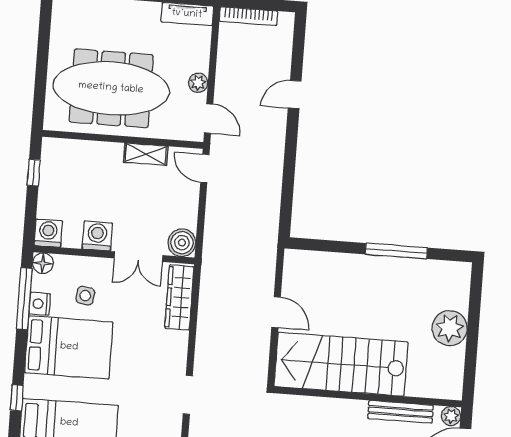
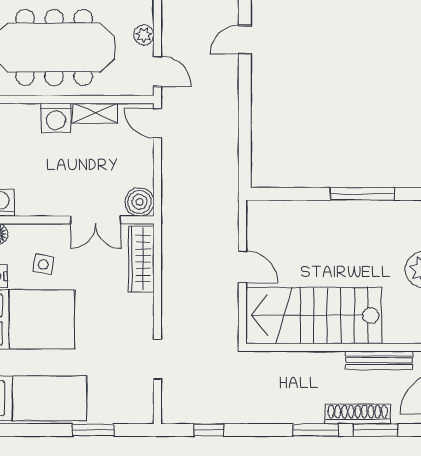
washing machine: (97, 236) -> (56, 118), moved, turned 180

